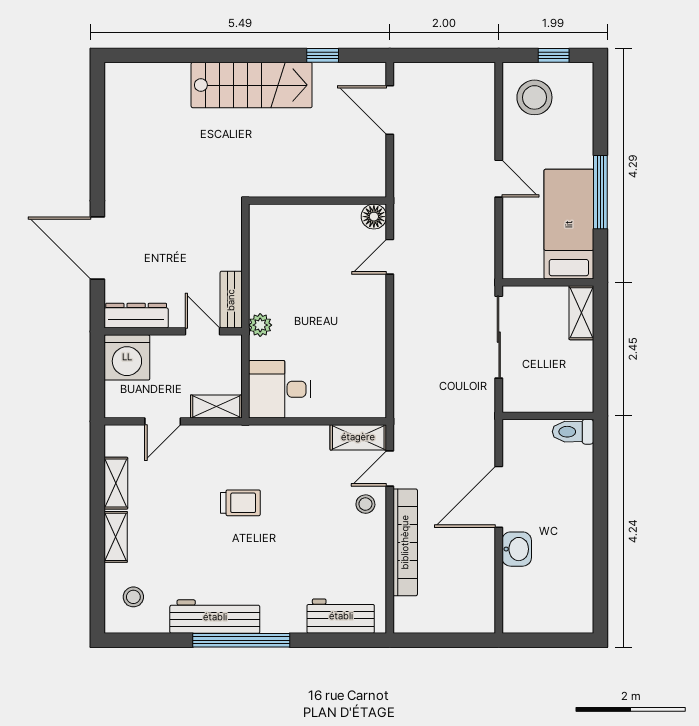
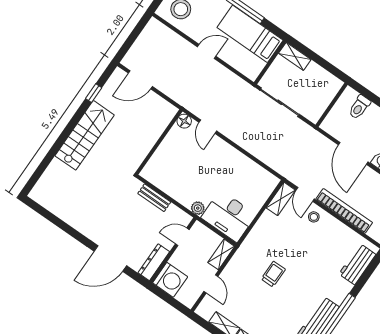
bench: (231, 300) -> (154, 198), moved
desk: (280, 389) -> (229, 216), width x1.37
toilet: (573, 432) -> (359, 107), moved

